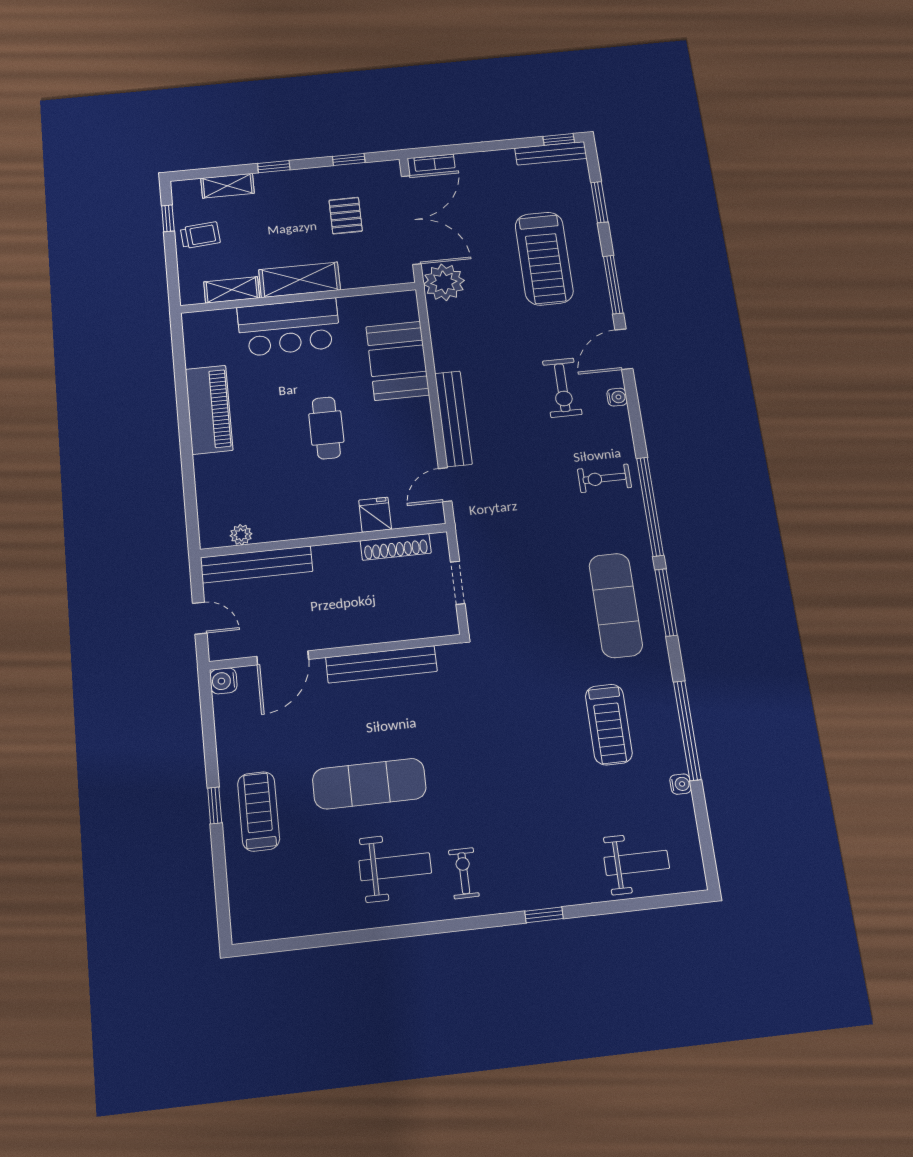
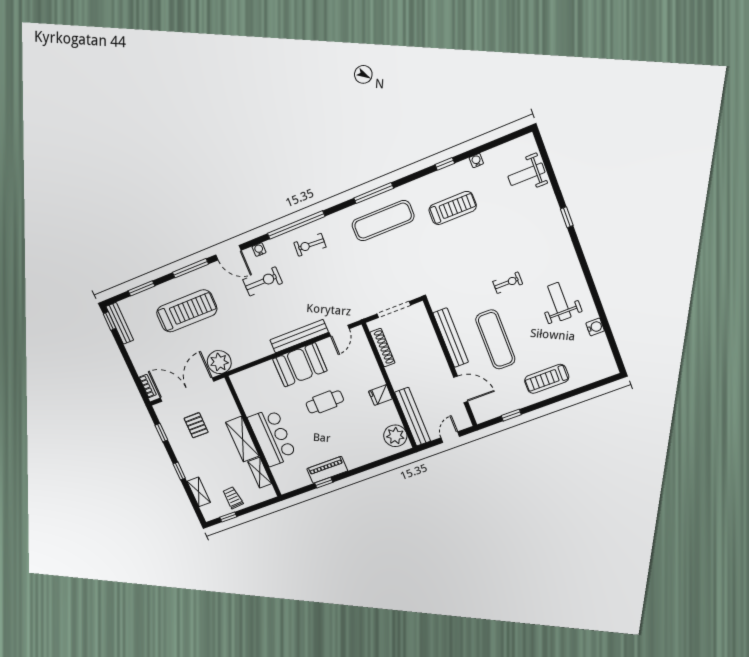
pallet: (346, 216) -> (196, 425), turned 90
booth: (398, 361) -> (300, 365), moved
window: (181, 387) -> (324, 483), added
piano: (209, 410) -> (327, 470), width x0.73, depth x0.75
exercise bike: (604, 478) -> (310, 245), turned 93
door: (445, 485) -> (339, 331), hinge flipped
window: (650, 506) -> (296, 225), moved
fridge: (375, 515) -> (380, 395), moved
plant: (241, 535) -> (395, 436), width x1.88, depth x1.88
doorway: (458, 583) -> (394, 310), width x1.38
water cooler: (223, 681) -> (595, 327), moved, turned -90
window: (687, 730) -> (445, 164), width x0.32
exercise mat: (369, 784) -> (495, 339), moved
window: (215, 805) -> (511, 415), moved
weight bench: (637, 863) -> (526, 174), turned -90
exercise bike: (464, 873) -> (508, 283), moved, turned 180

